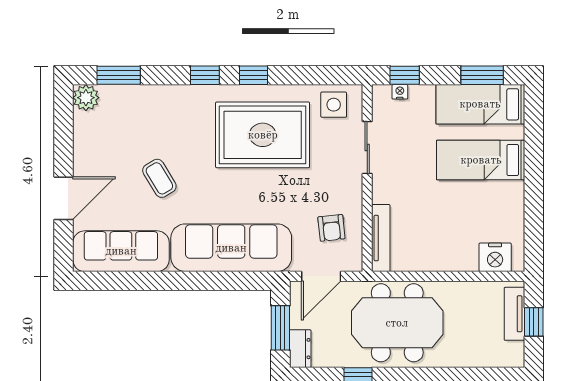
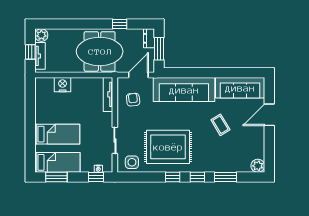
window: (119, 75) -> (225, 177), moved
nightstand: (495, 257) -> (63, 85), moved
plant: (512, 355) -> (41, 35), added

